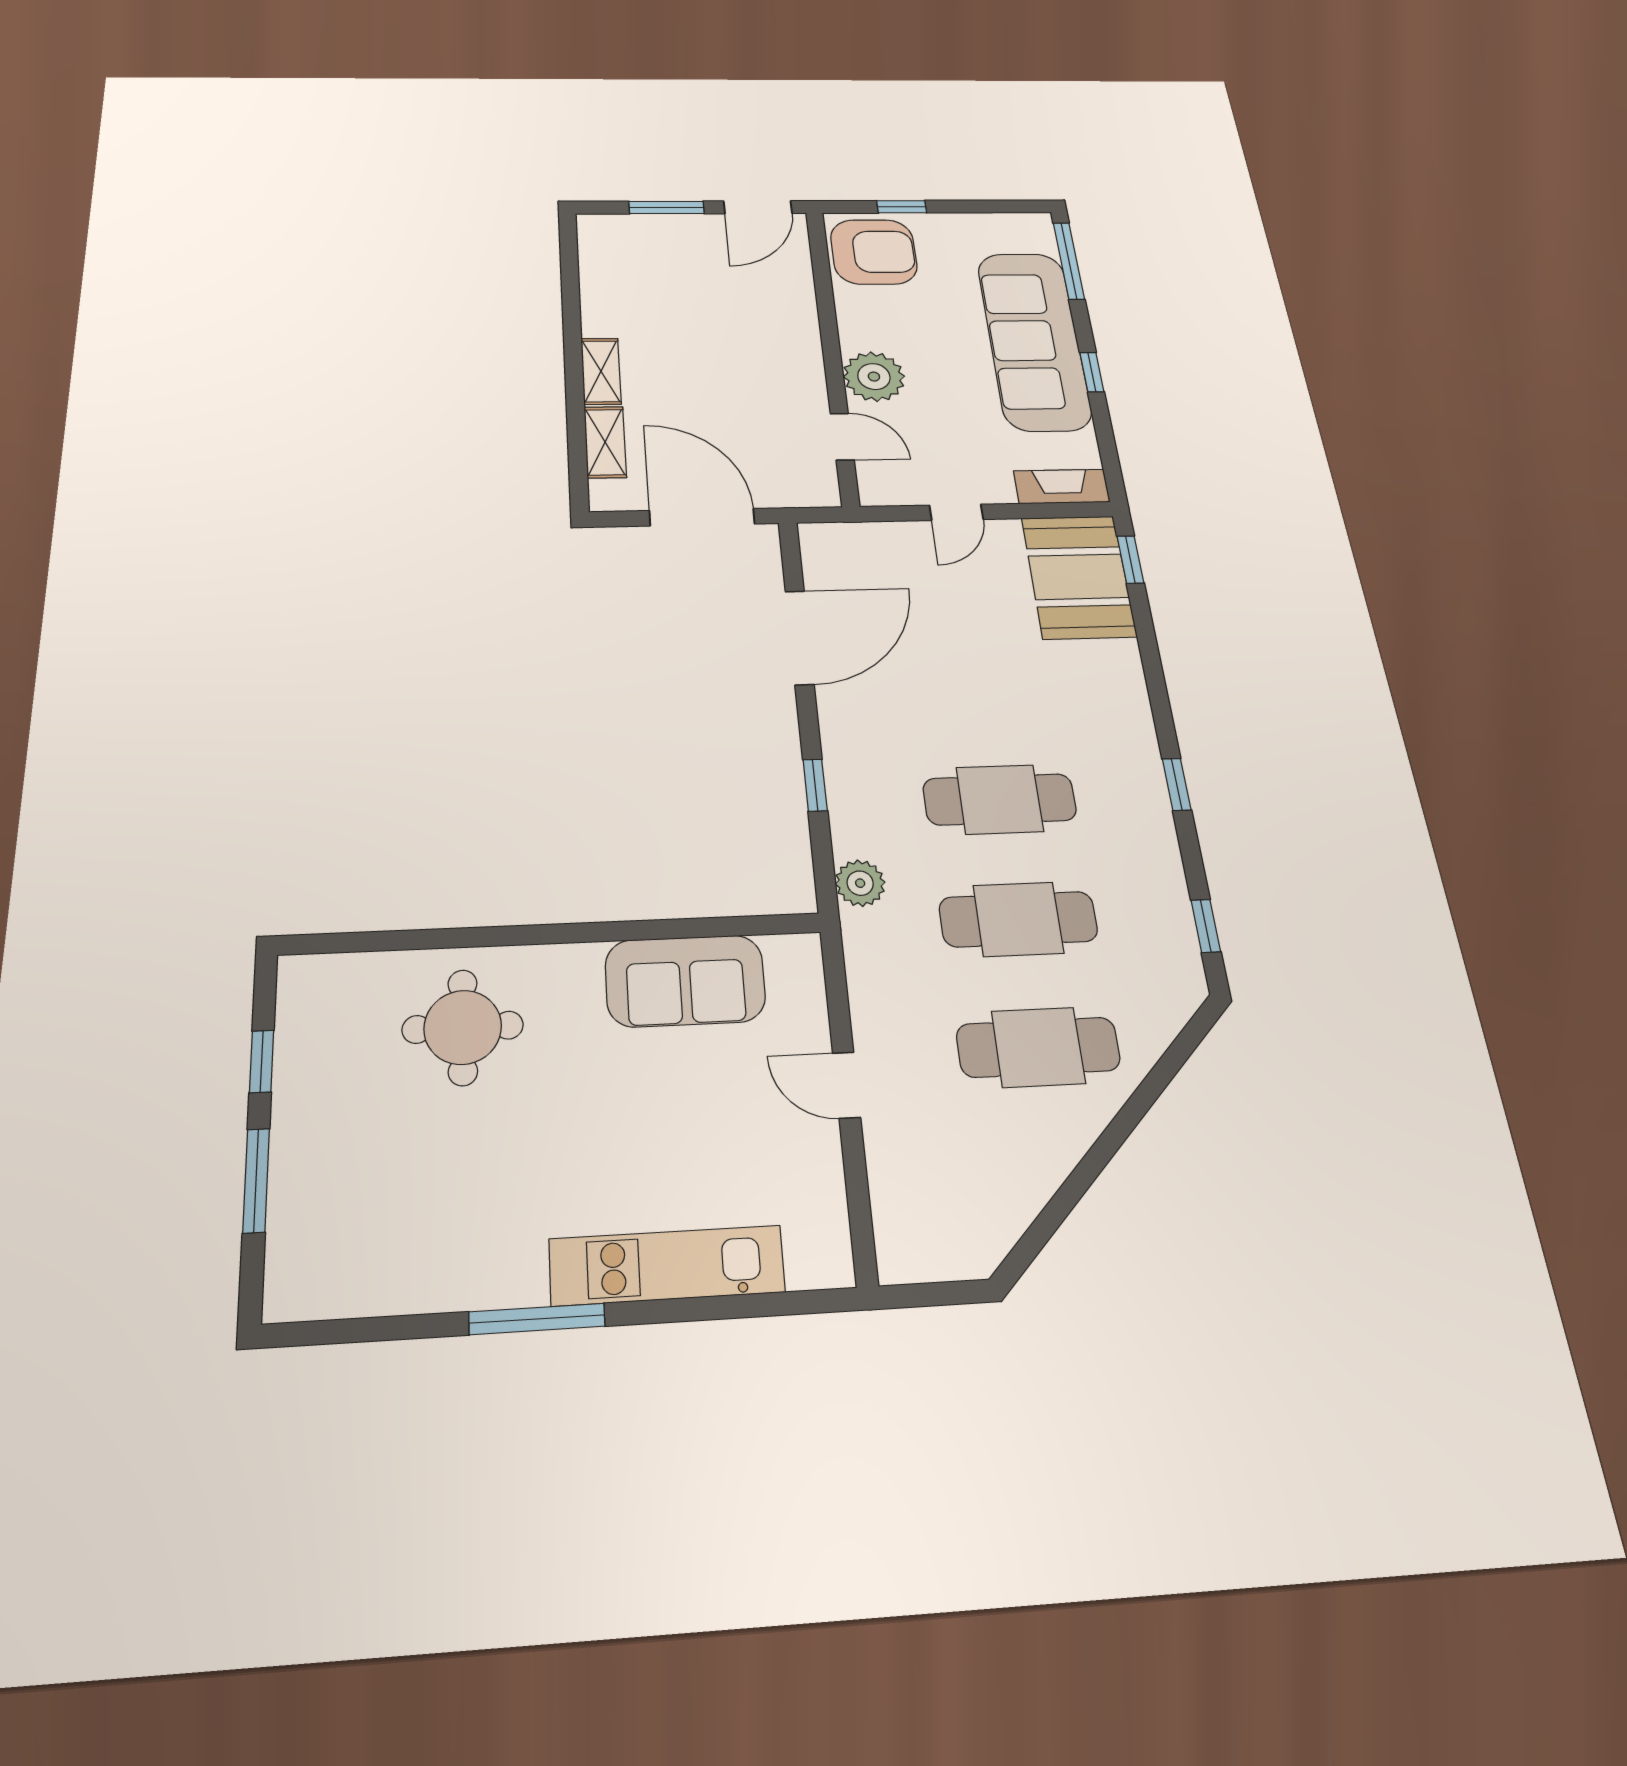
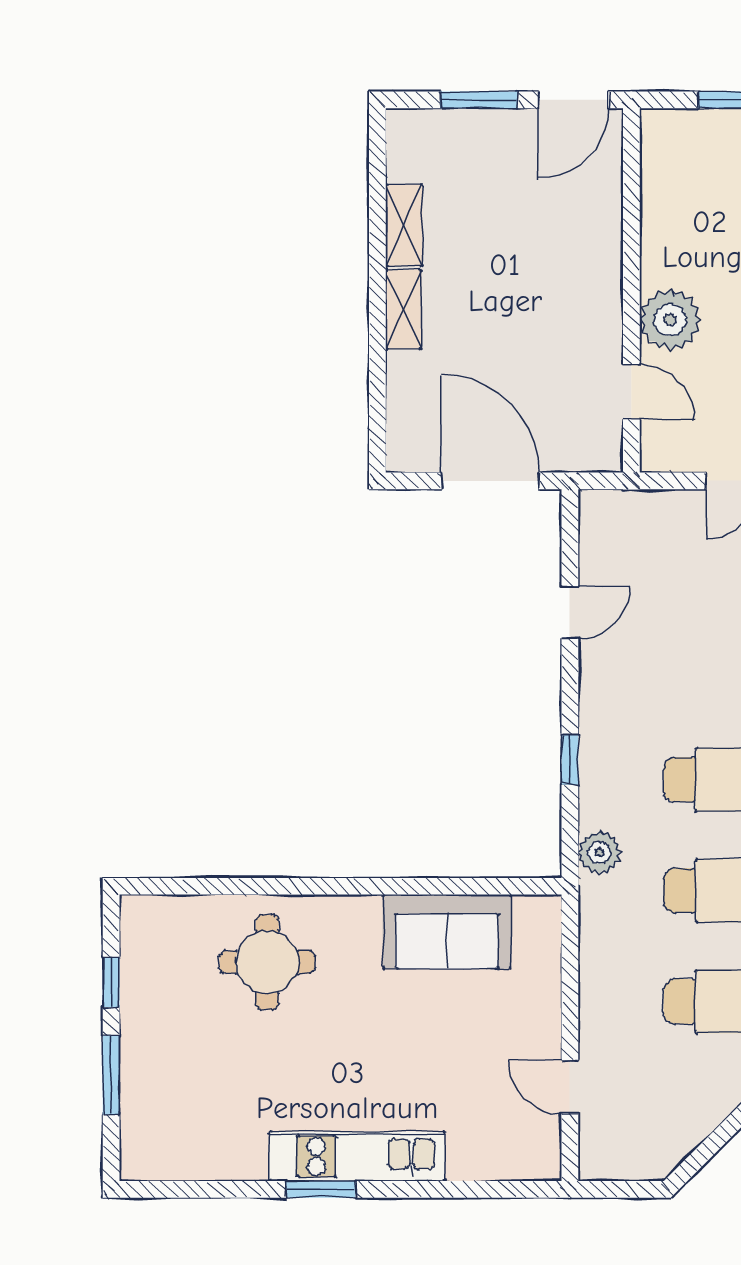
armchair: (874, 252) -> (688, 161), removed
shelving: (605, 442) -> (404, 225), moved
door: (800, 638) -> (570, 612), width x0.53
door: (847, 1085) -> (570, 1087), moved
kitchen unit: (667, 1265) -> (357, 1156), moved
window: (537, 1319) -> (321, 1189), width x0.69

